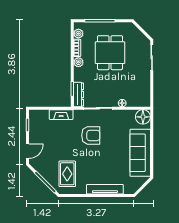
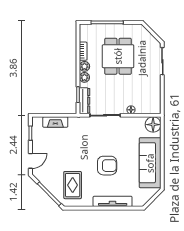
plant: (78, 34) -> (84, 77), moved
fireplace: (61, 115) -> (55, 122), moved
armchair: (91, 135) -> (107, 166), moved

